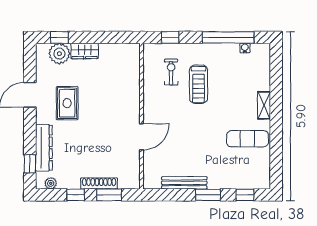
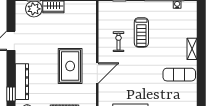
exercise bike: (171, 72) -> (119, 42), moved
rug: (67, 103) -> (70, 66), moved, width x1.36, depth x1.43

